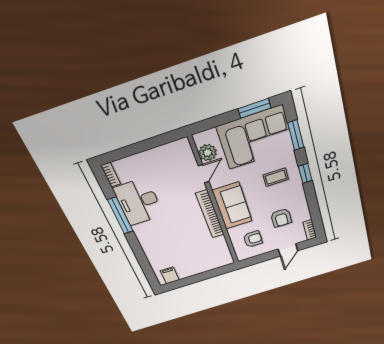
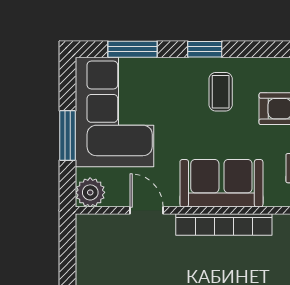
window: (254, 108) -> (67, 136), moved
plant: (208, 153) -> (90, 192), moved
coffee table: (276, 177) -> (221, 92), moved

